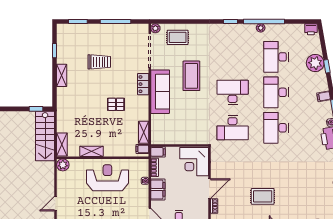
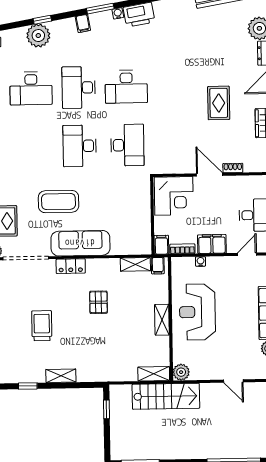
desk: (276, 92) -> (79, 88), turned 90
stairs: (45, 136) -> (166, 396), moved
shelving: (92, 151) -> (162, 320), moved

